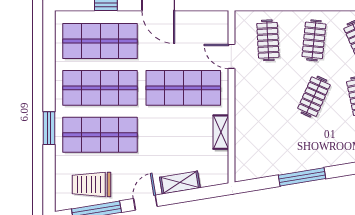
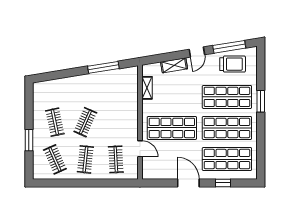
shelving: (221, 132) -> (147, 88), moved
window: (302, 177) -> (103, 67), moved

